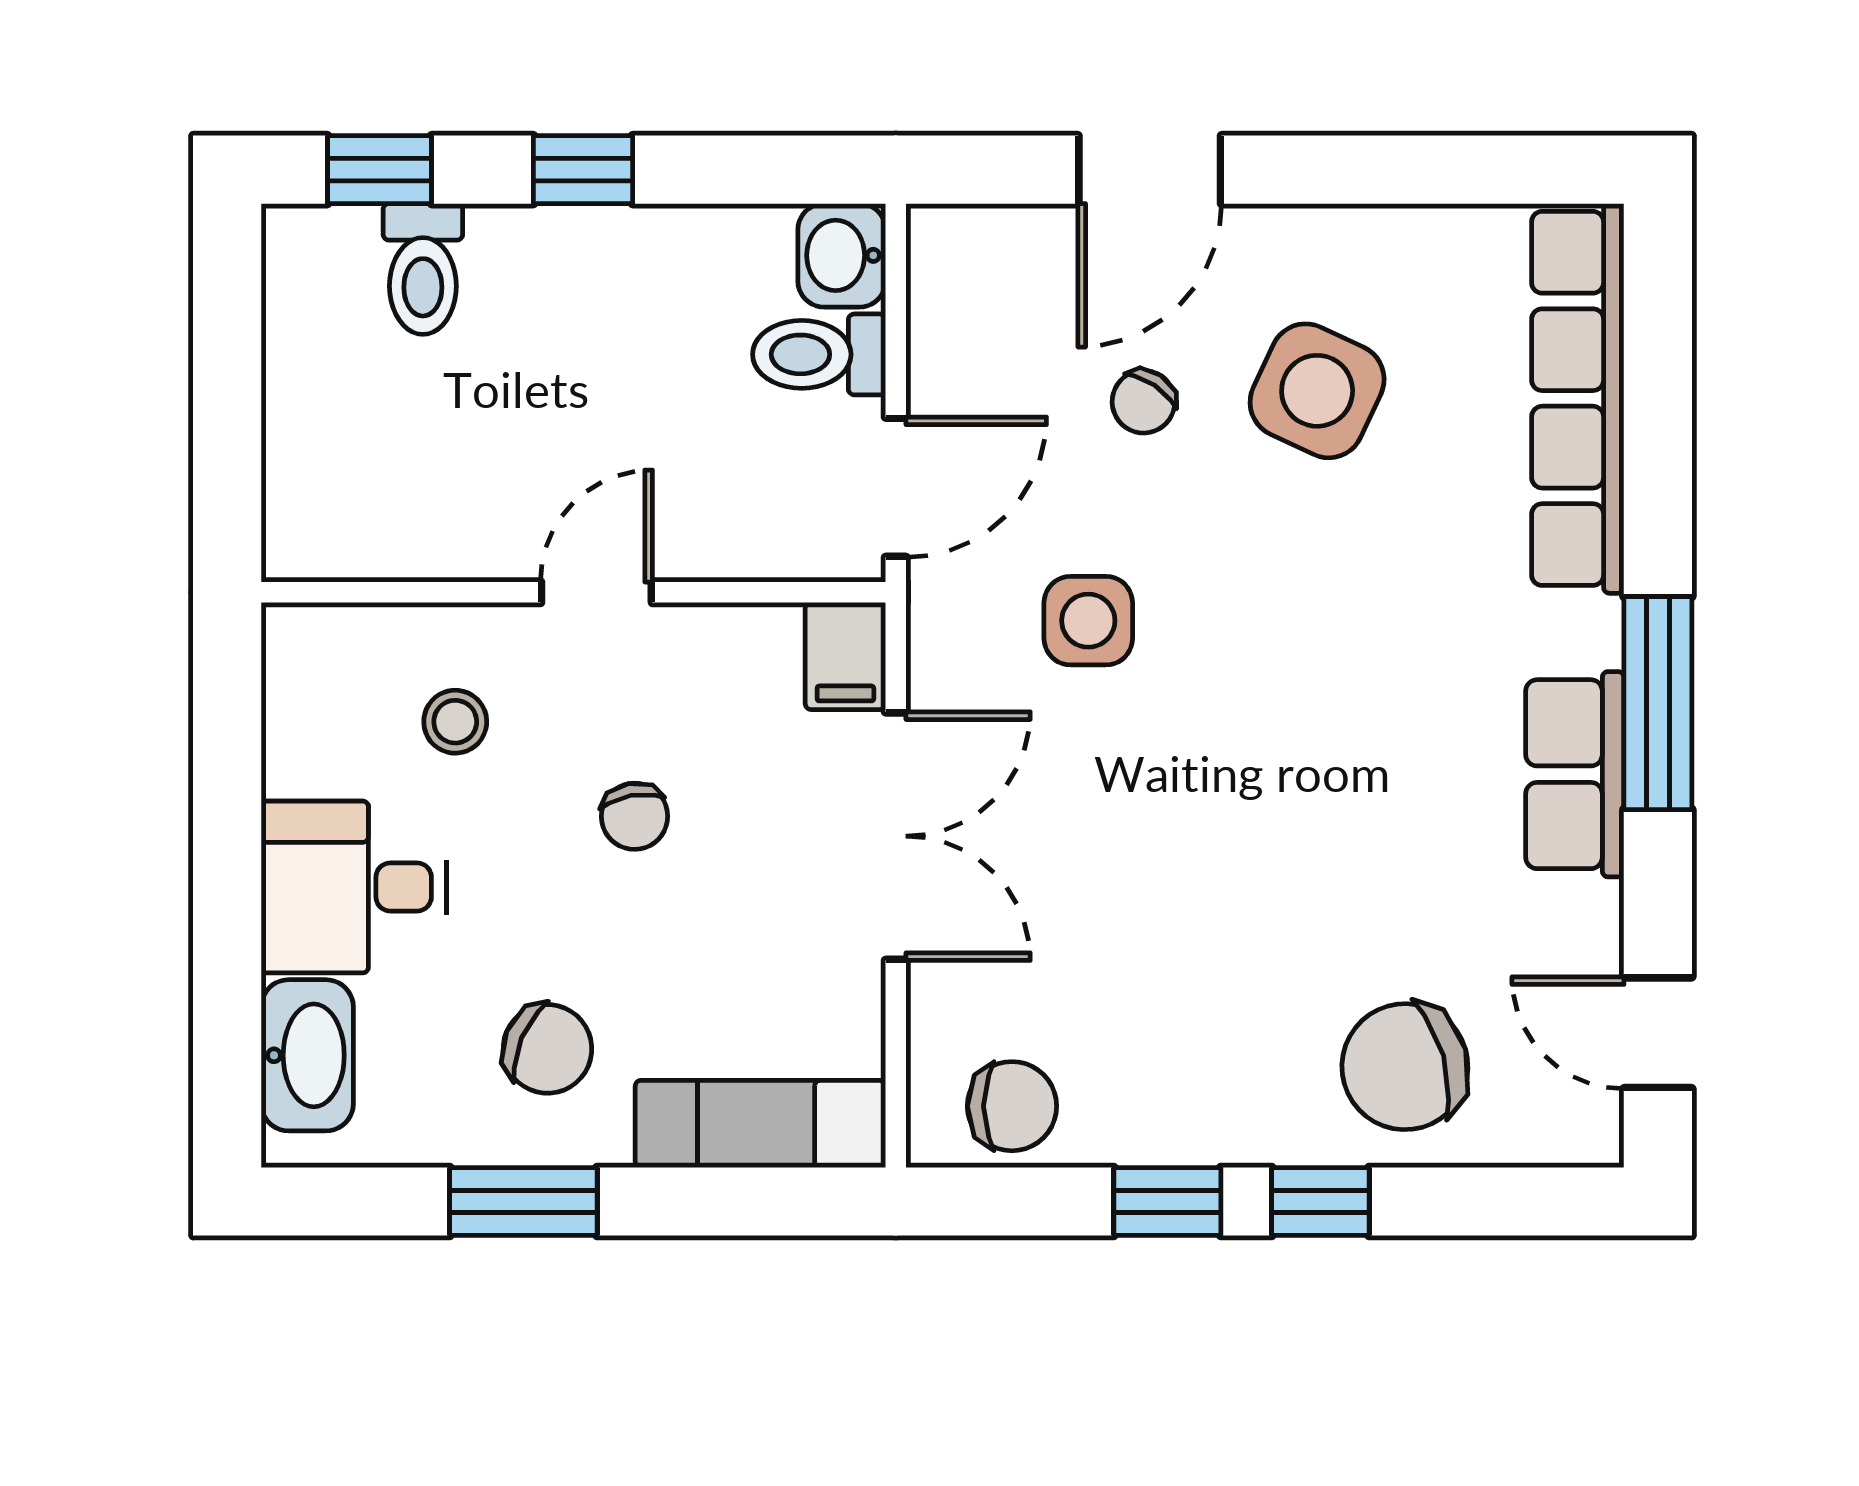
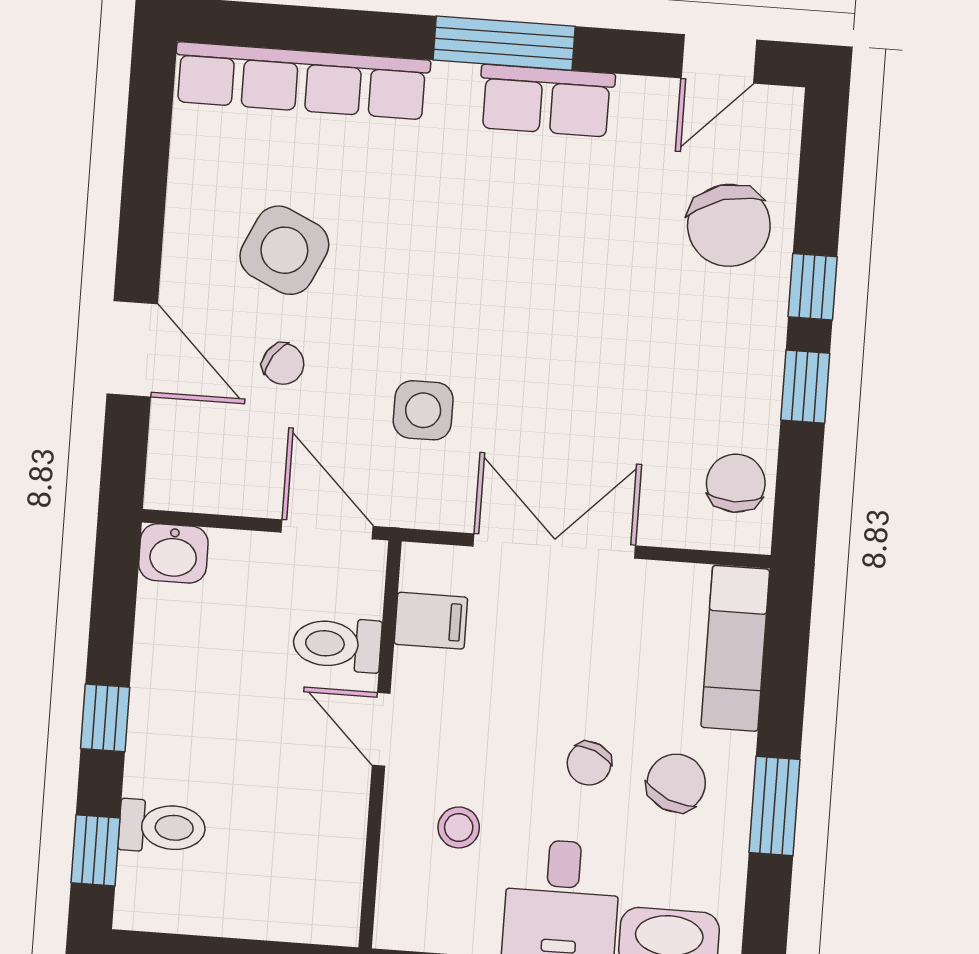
toilet: (819, 354) -> (337, 644), moved, turned 90
filing cabinet: (845, 656) -> (431, 621), moved
chair: (634, 816) -> (589, 763), moved, turned 124

